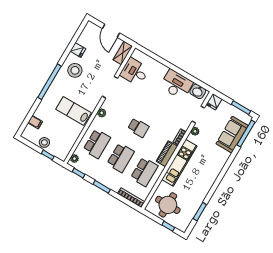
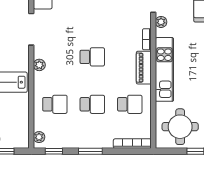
school desk: (97, 144) -> (55, 104), width x0.54
school desk: (121, 158) -> (92, 104), width x0.54
school desk: (144, 172) -> (130, 104), width x0.54

